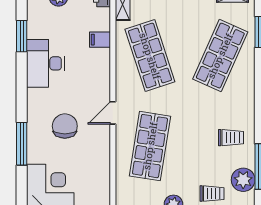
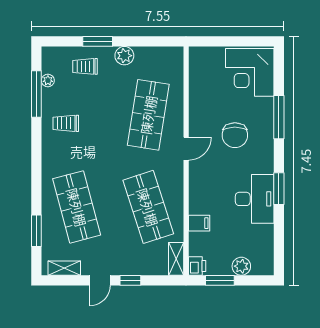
window: (22, 36) -> (279, 189), moved
shop shelf: (220, 56) -> (77, 207), turned -39
plant: (243, 180) -> (48, 80), width x0.53, depth x0.53

